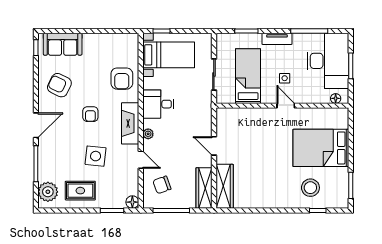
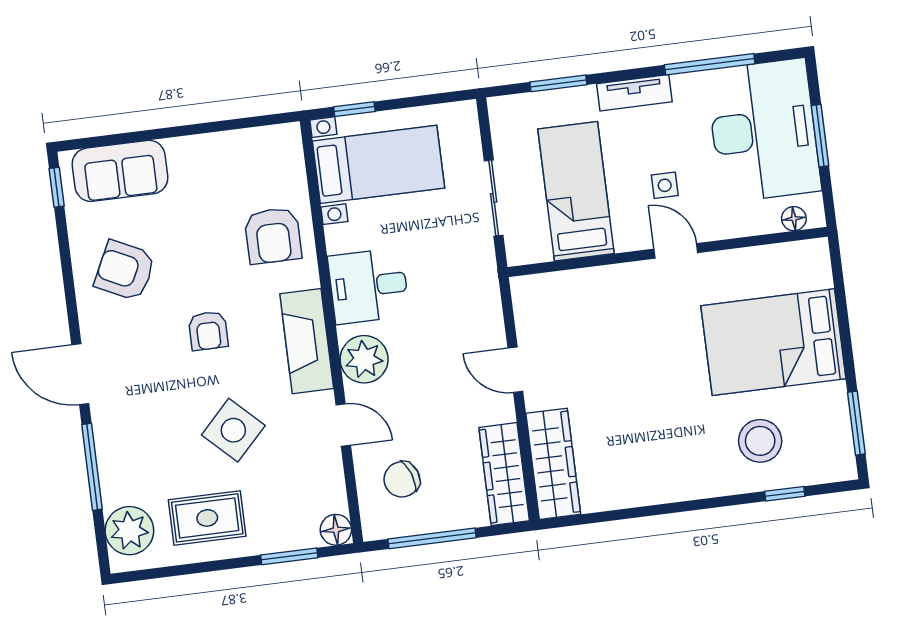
door: (36, 125) -> (80, 374), swing flipped
plant: (148, 134) -> (364, 359), width x1.88, depth x1.88
side table: (96, 156) -> (233, 430), turned 38

